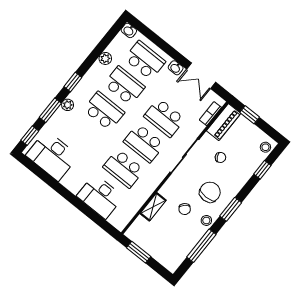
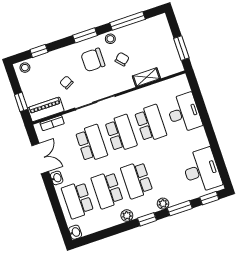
plant: (105, 58) -> (127, 216), moved

